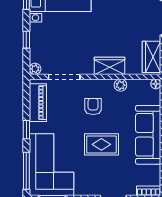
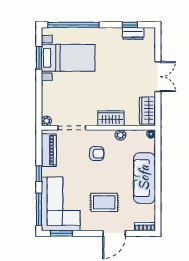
window: (26, 40) -> (39, 96), removed
armchair: (93, 107) -> (97, 154), turned 90
rug: (101, 144) -> (104, 202), moved

